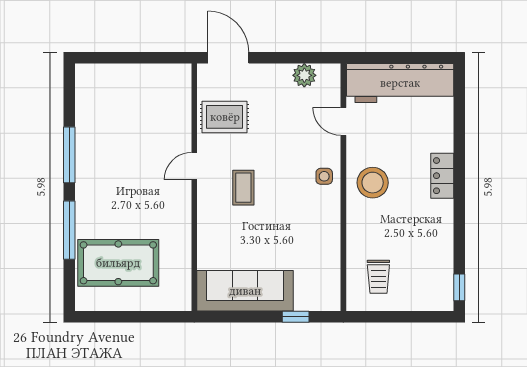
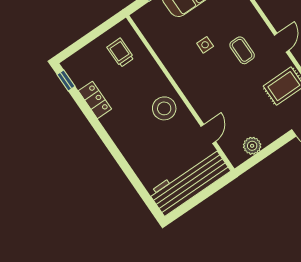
door: (343, 121) -> (208, 134), hinge flipped
side table: (324, 176) -> (205, 45), moved
locker: (442, 176) -> (95, 100), moved

